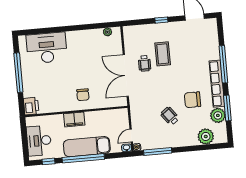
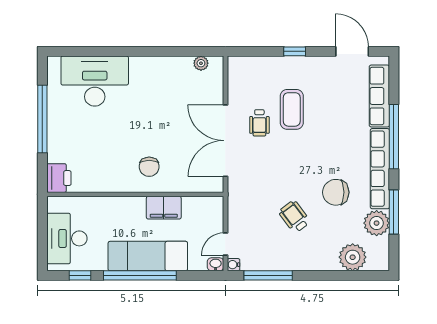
row of seats: (213, 41) -> (379, 96), added
filing cabinet: (74, 119) -> (164, 208), moved

